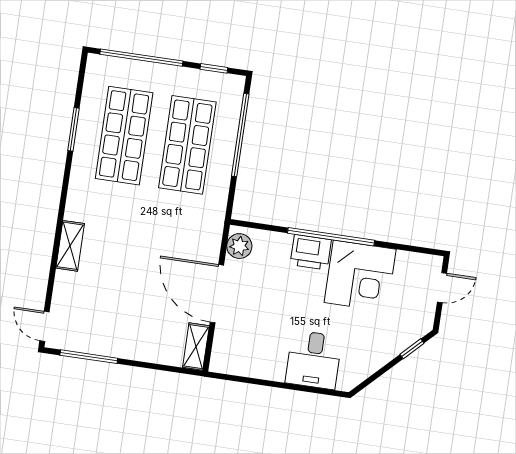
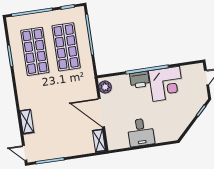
shelving: (70, 246) -> (27, 122), moved
desk: (314, 360) -> (141, 132), moved

